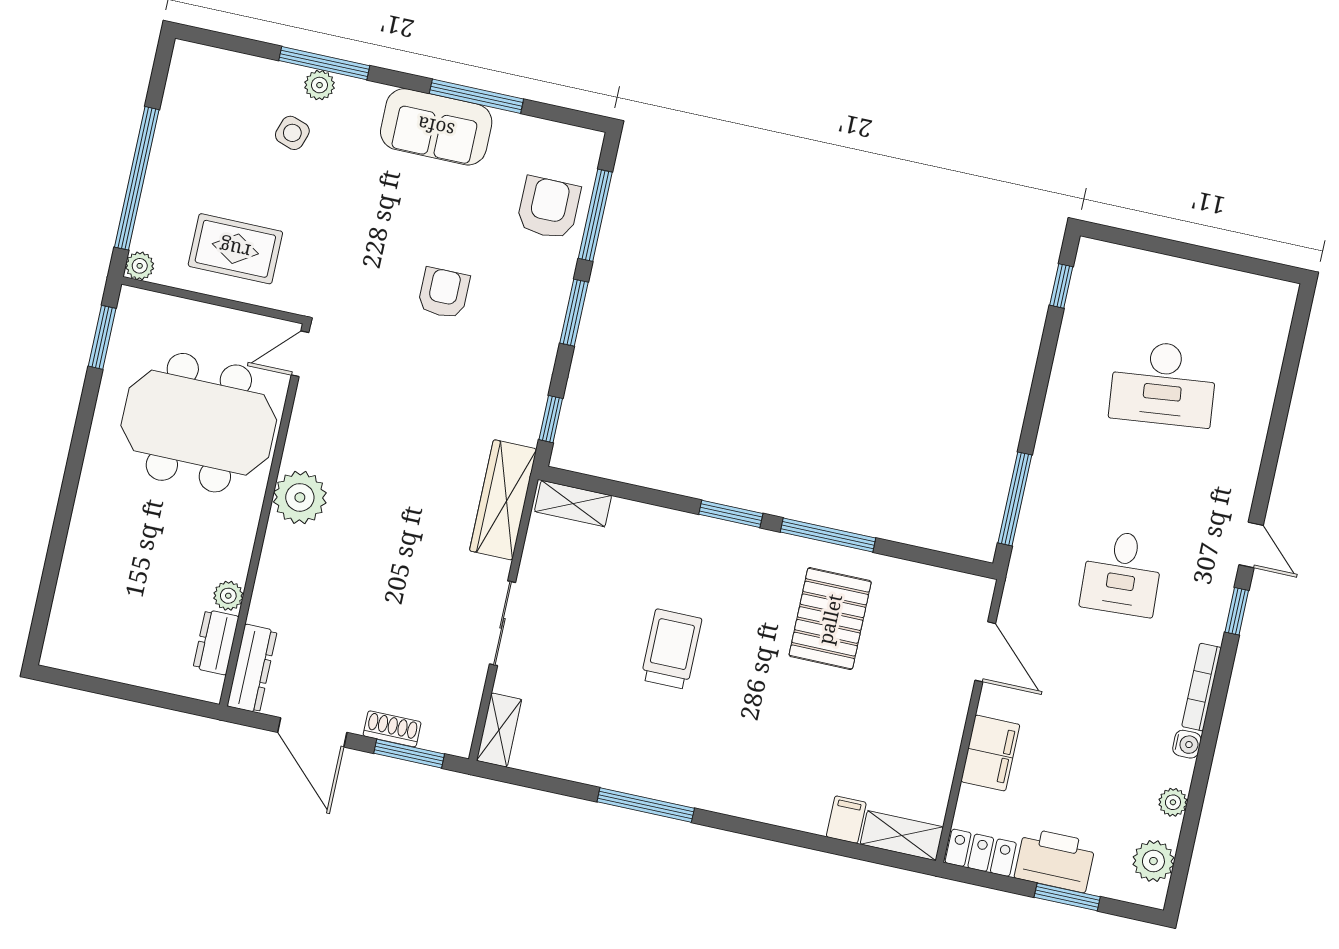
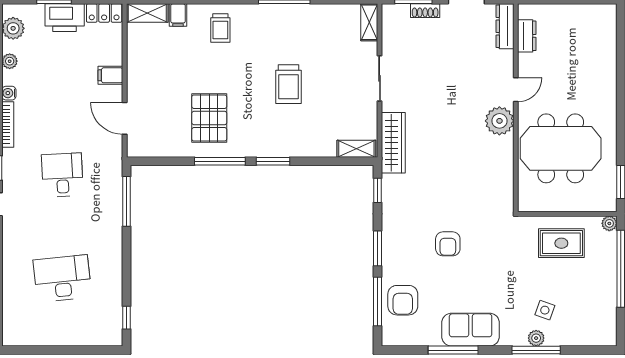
door: (300, 354) -> (516, 90), moved
plant: (228, 596) -> (526, 61), removed
filing cabinet: (990, 753) -> (110, 75), width x0.50
trolley: (774, 779) -> (220, 28), added

